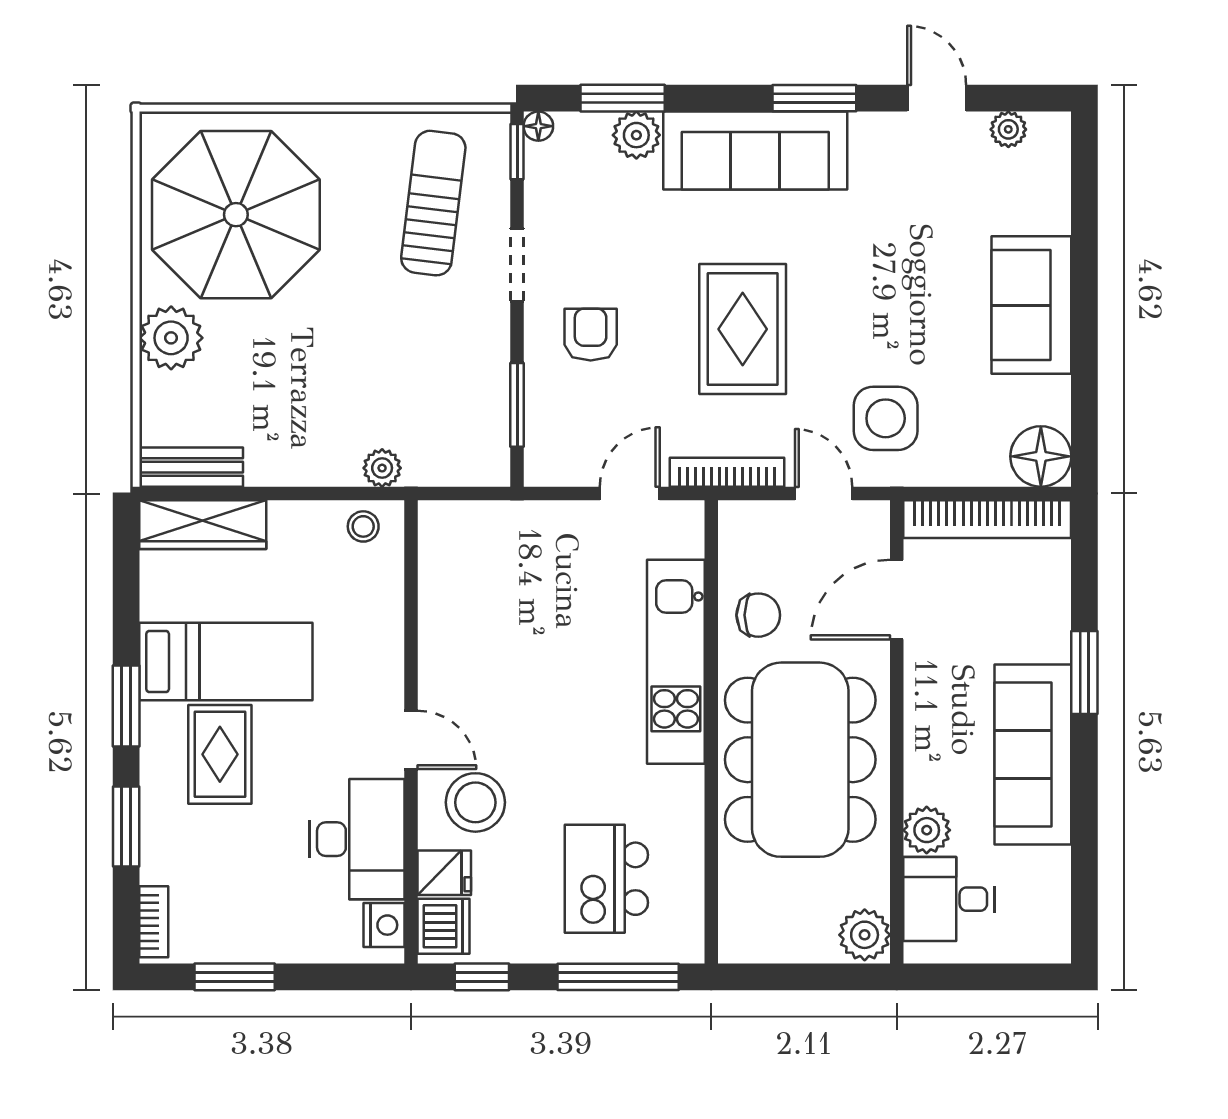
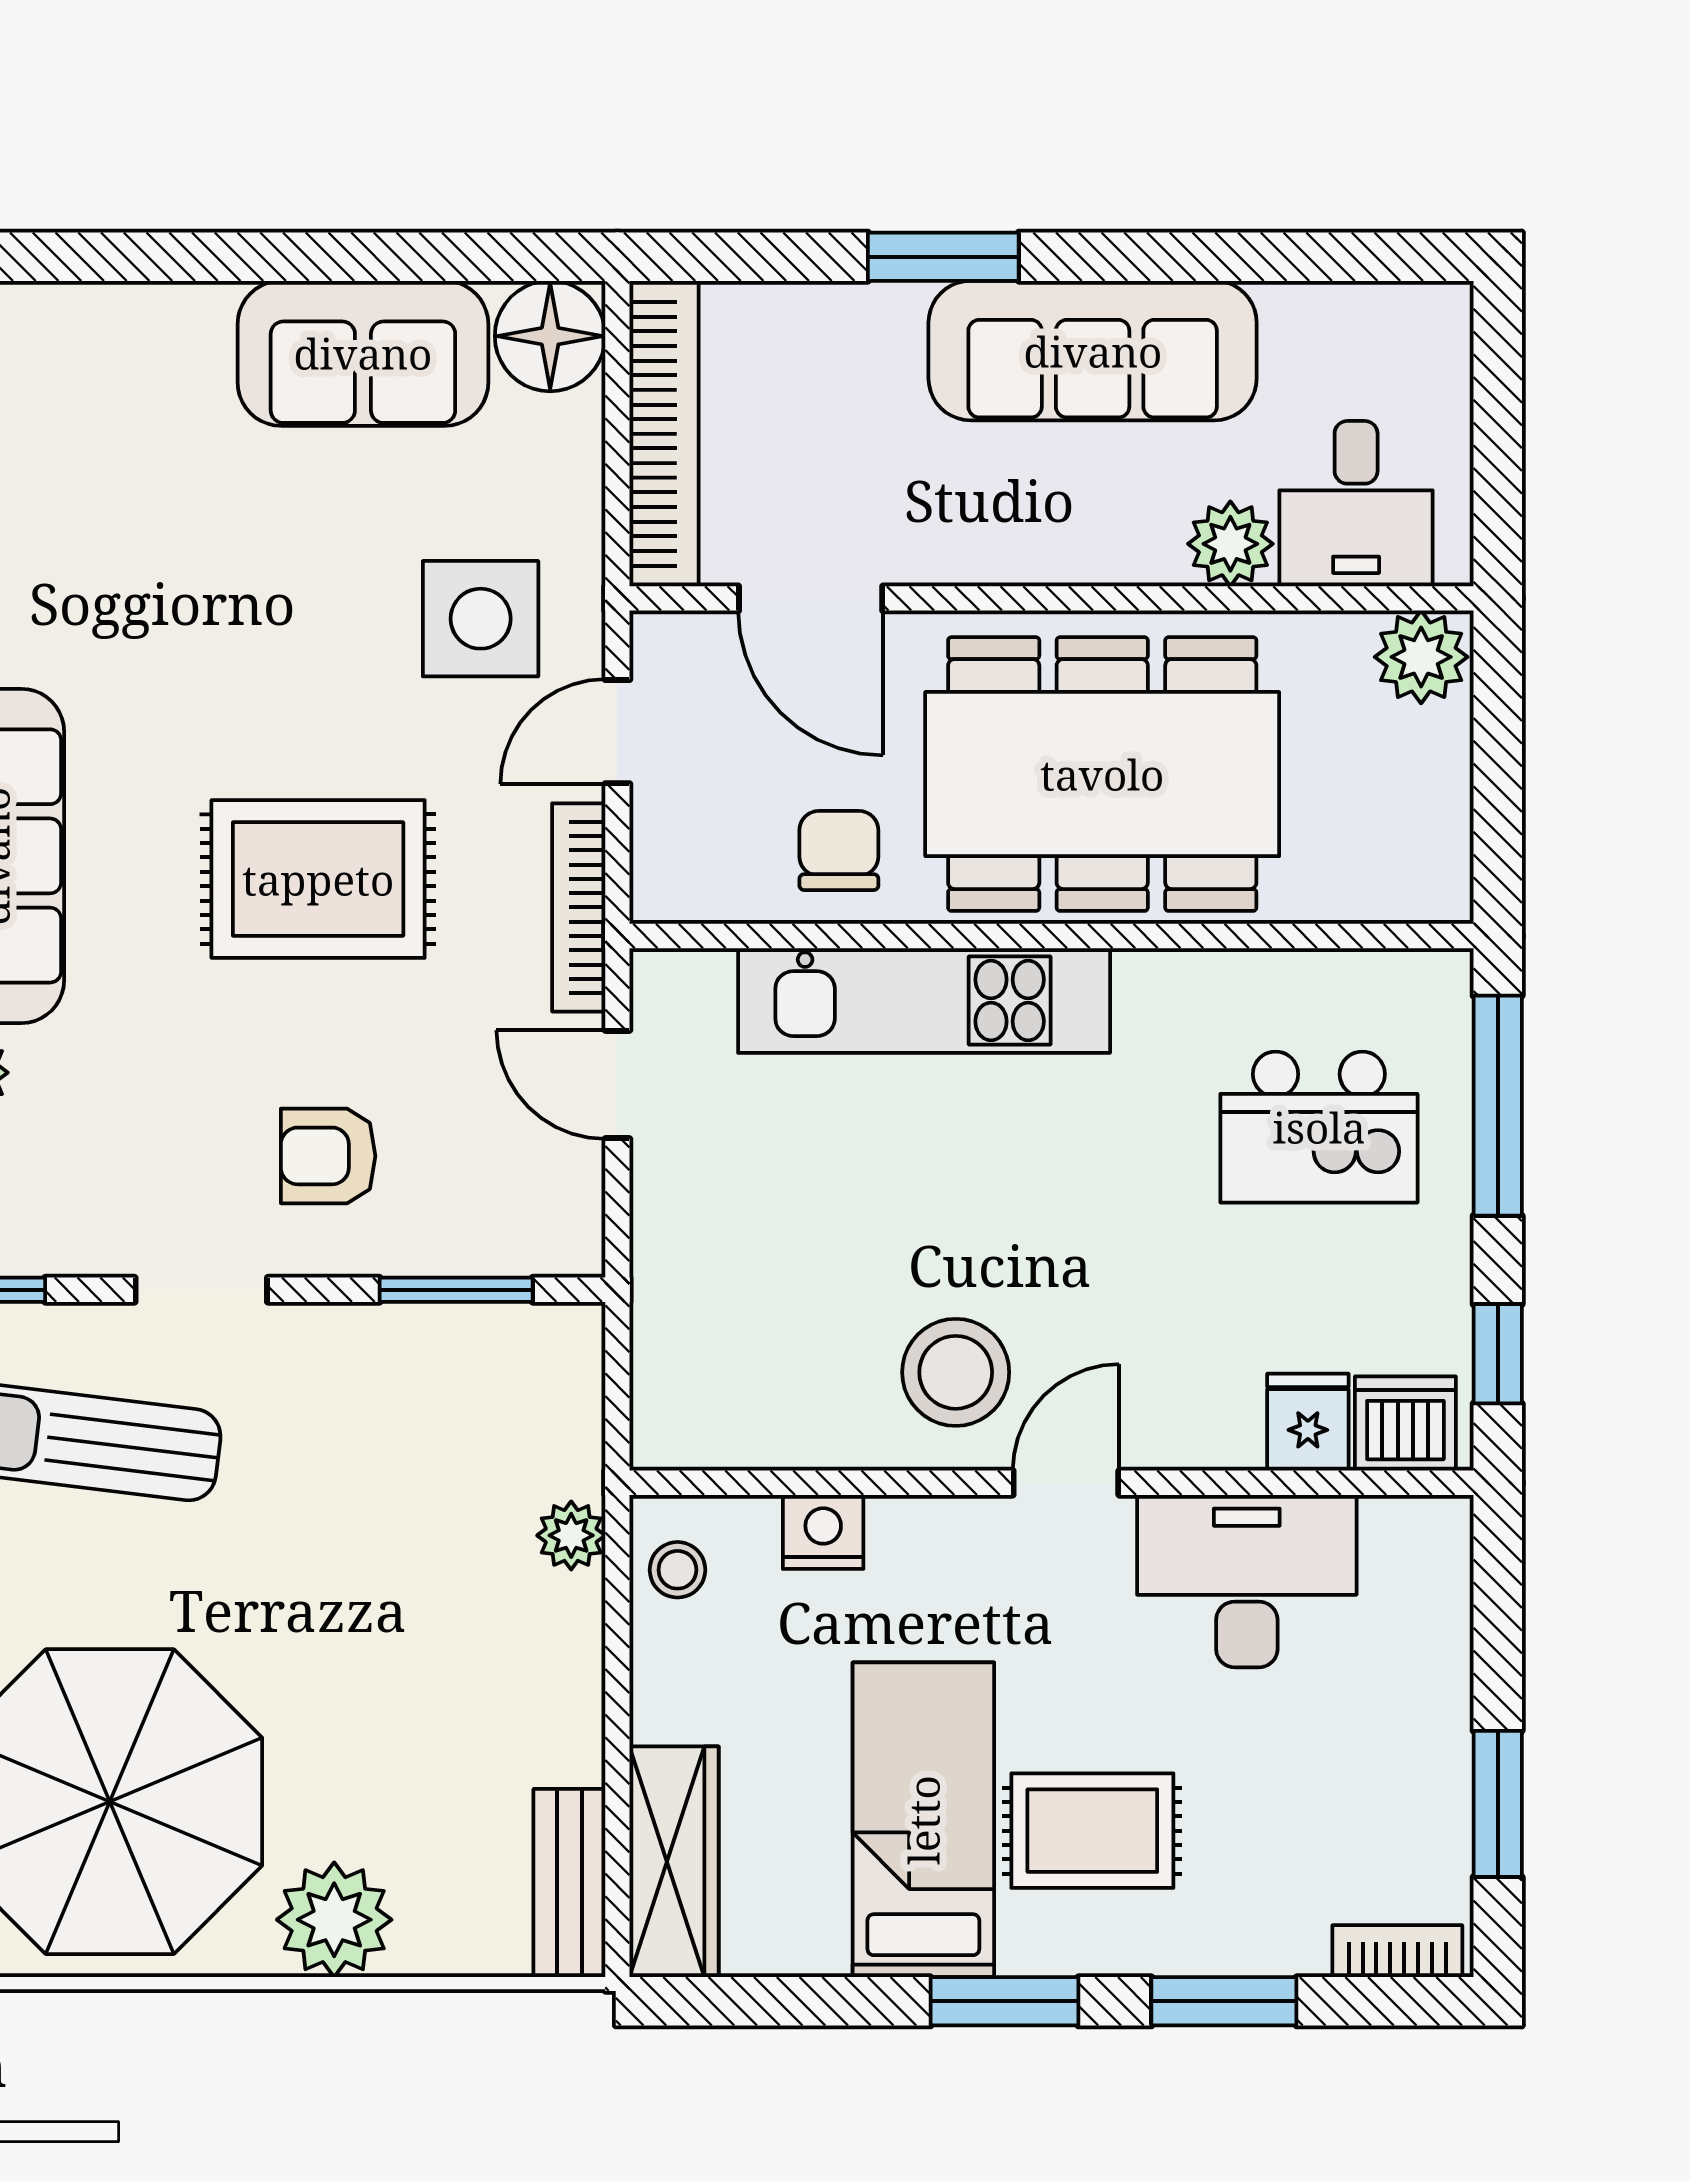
sofa: (1031, 305) -> (363, 353), moved
stool: (475, 802) -> (956, 1372), moved
nightstand: (384, 925) -> (823, 1532), moved

